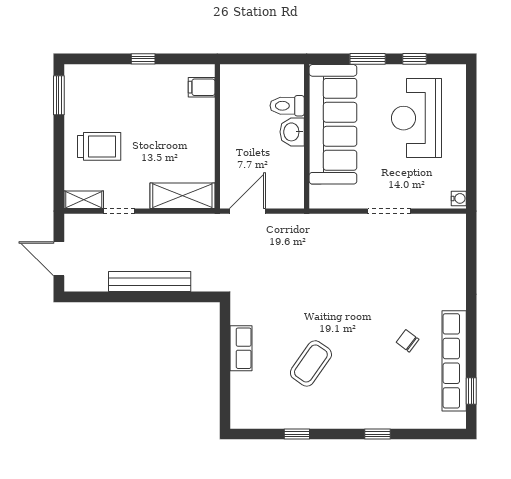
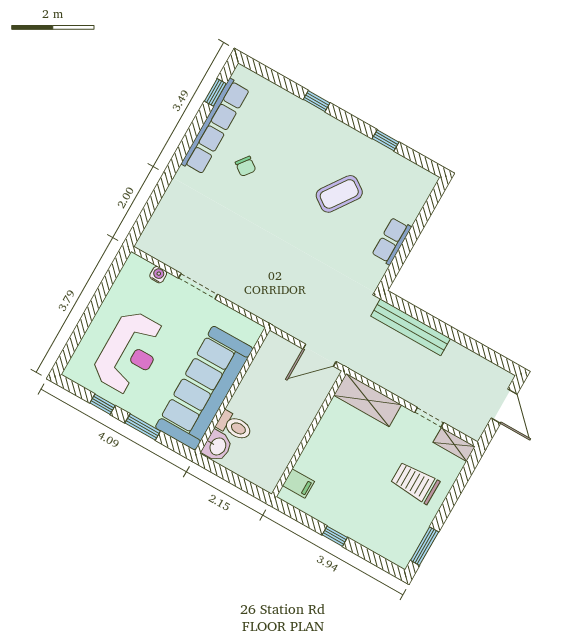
washbasin: (292, 132) -> (217, 446), moved
water cooler: (459, 198) -> (158, 275), moved, turned 90
bench: (150, 282) -> (411, 327), moved

